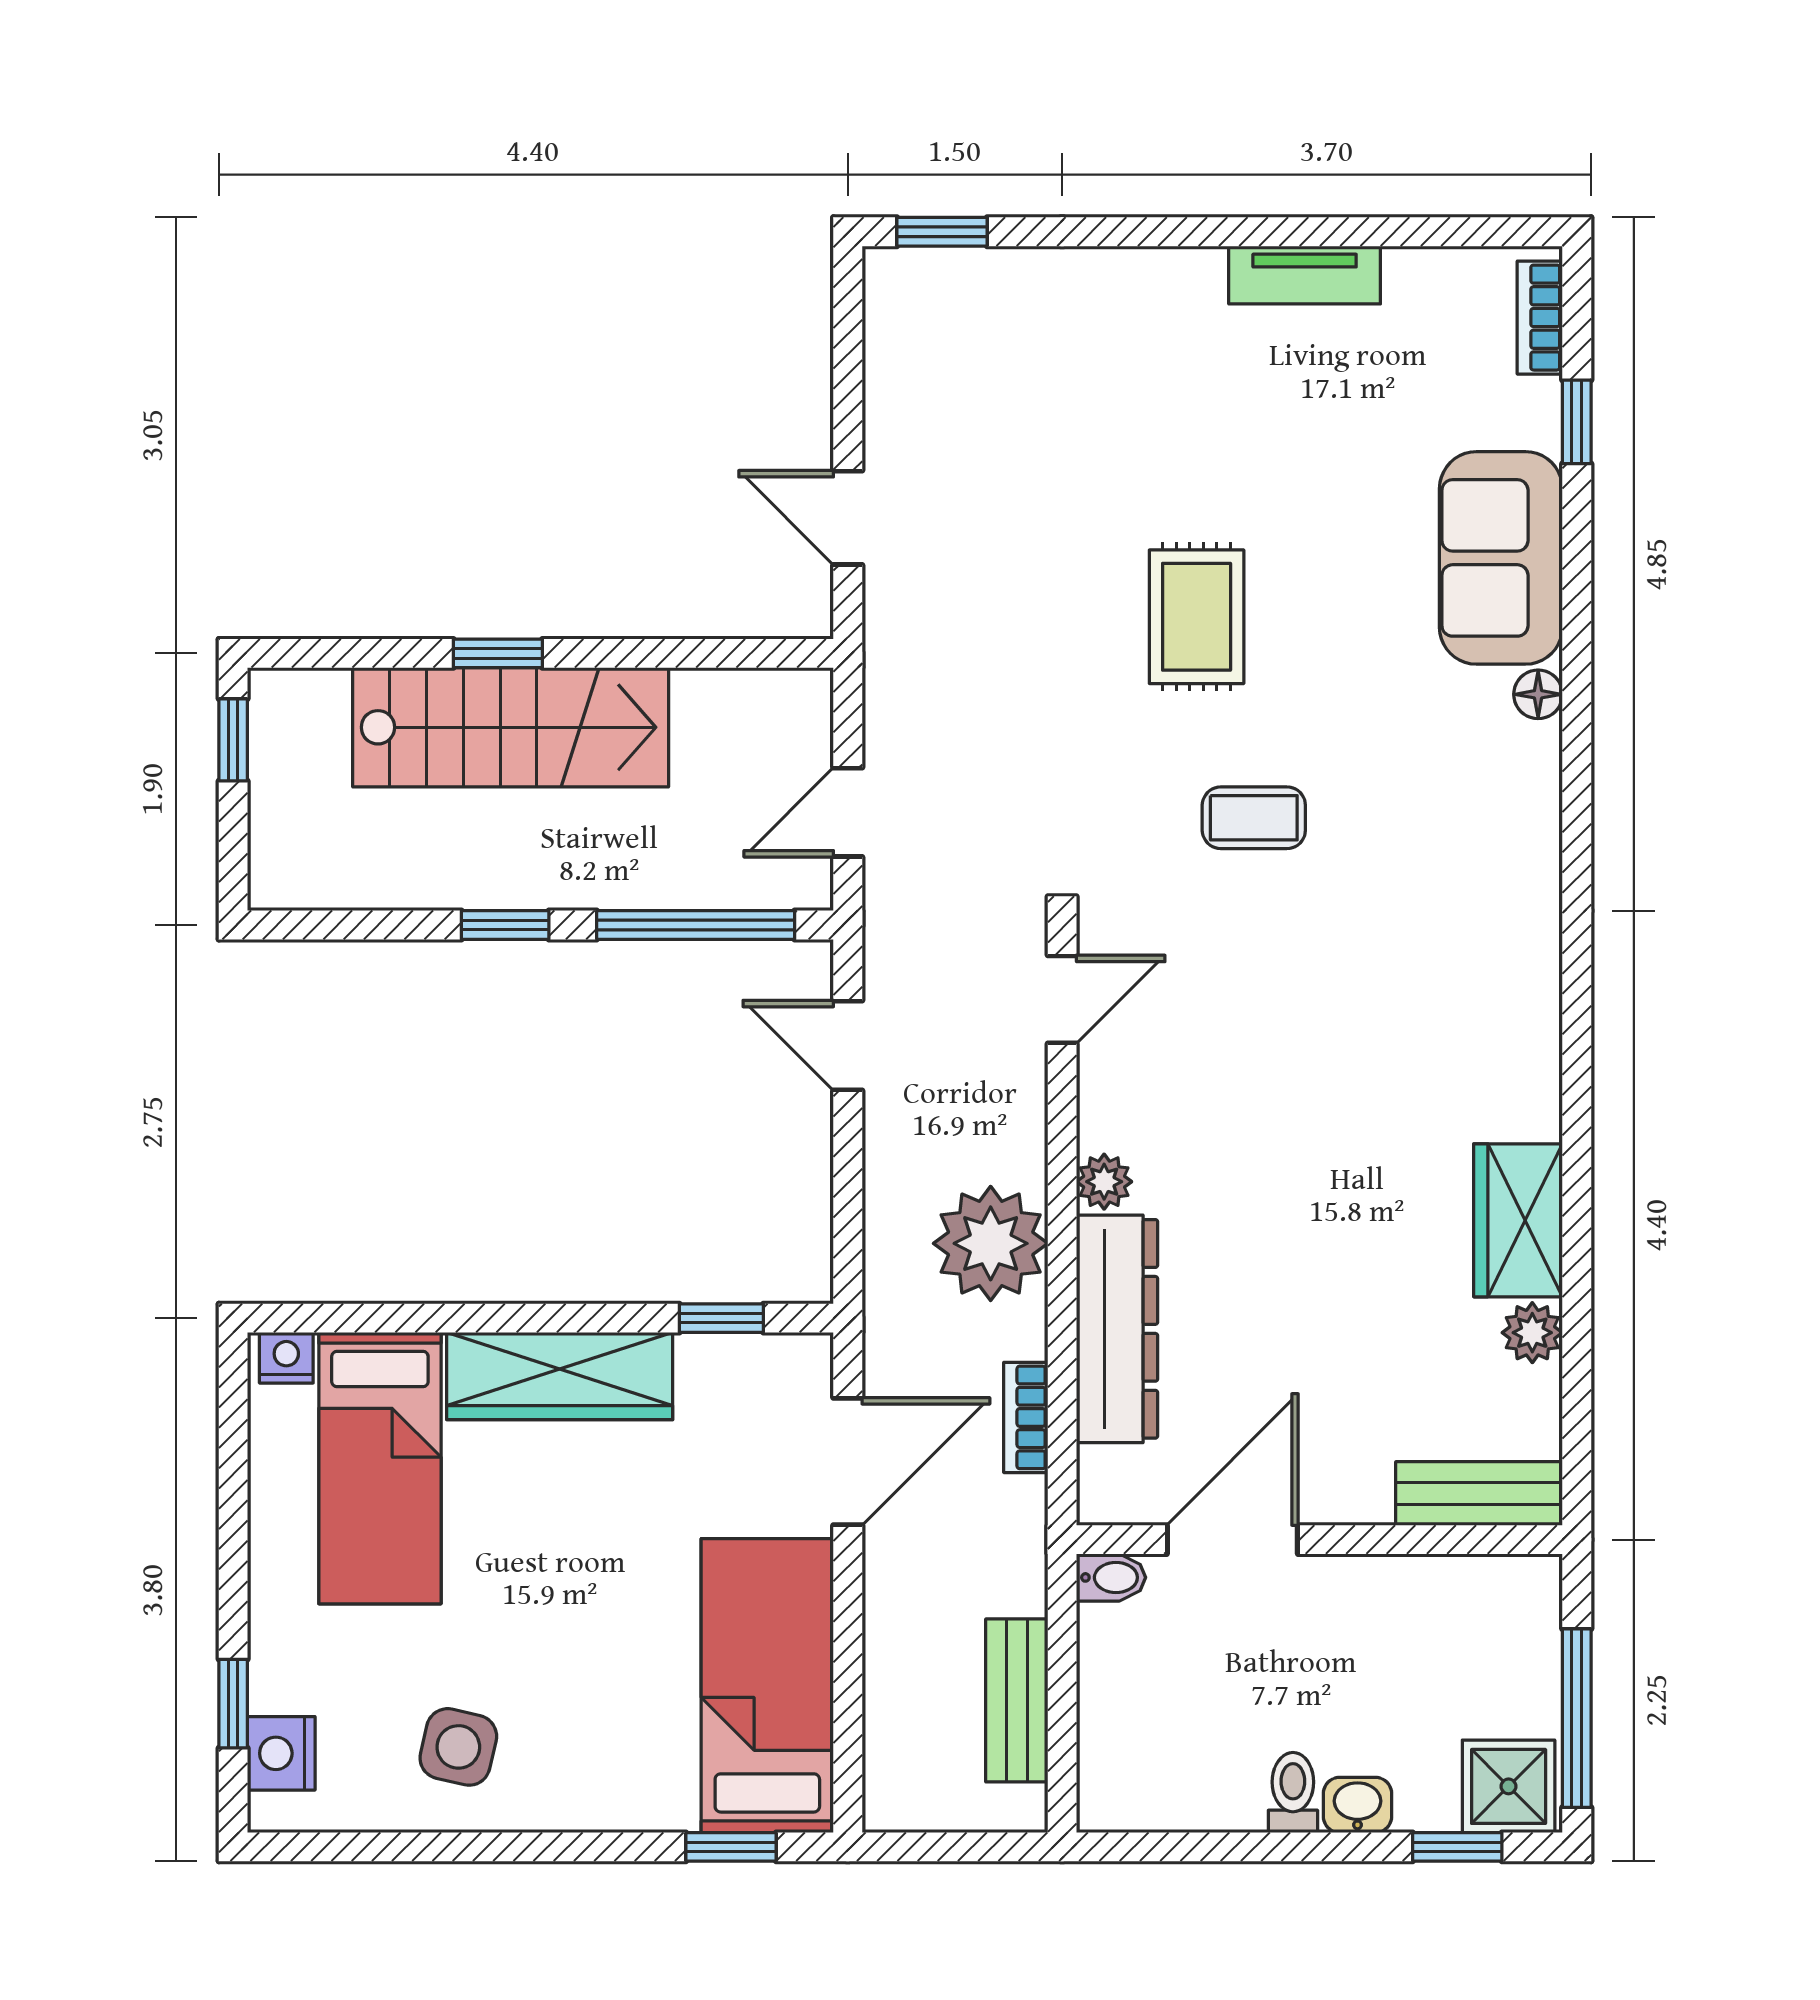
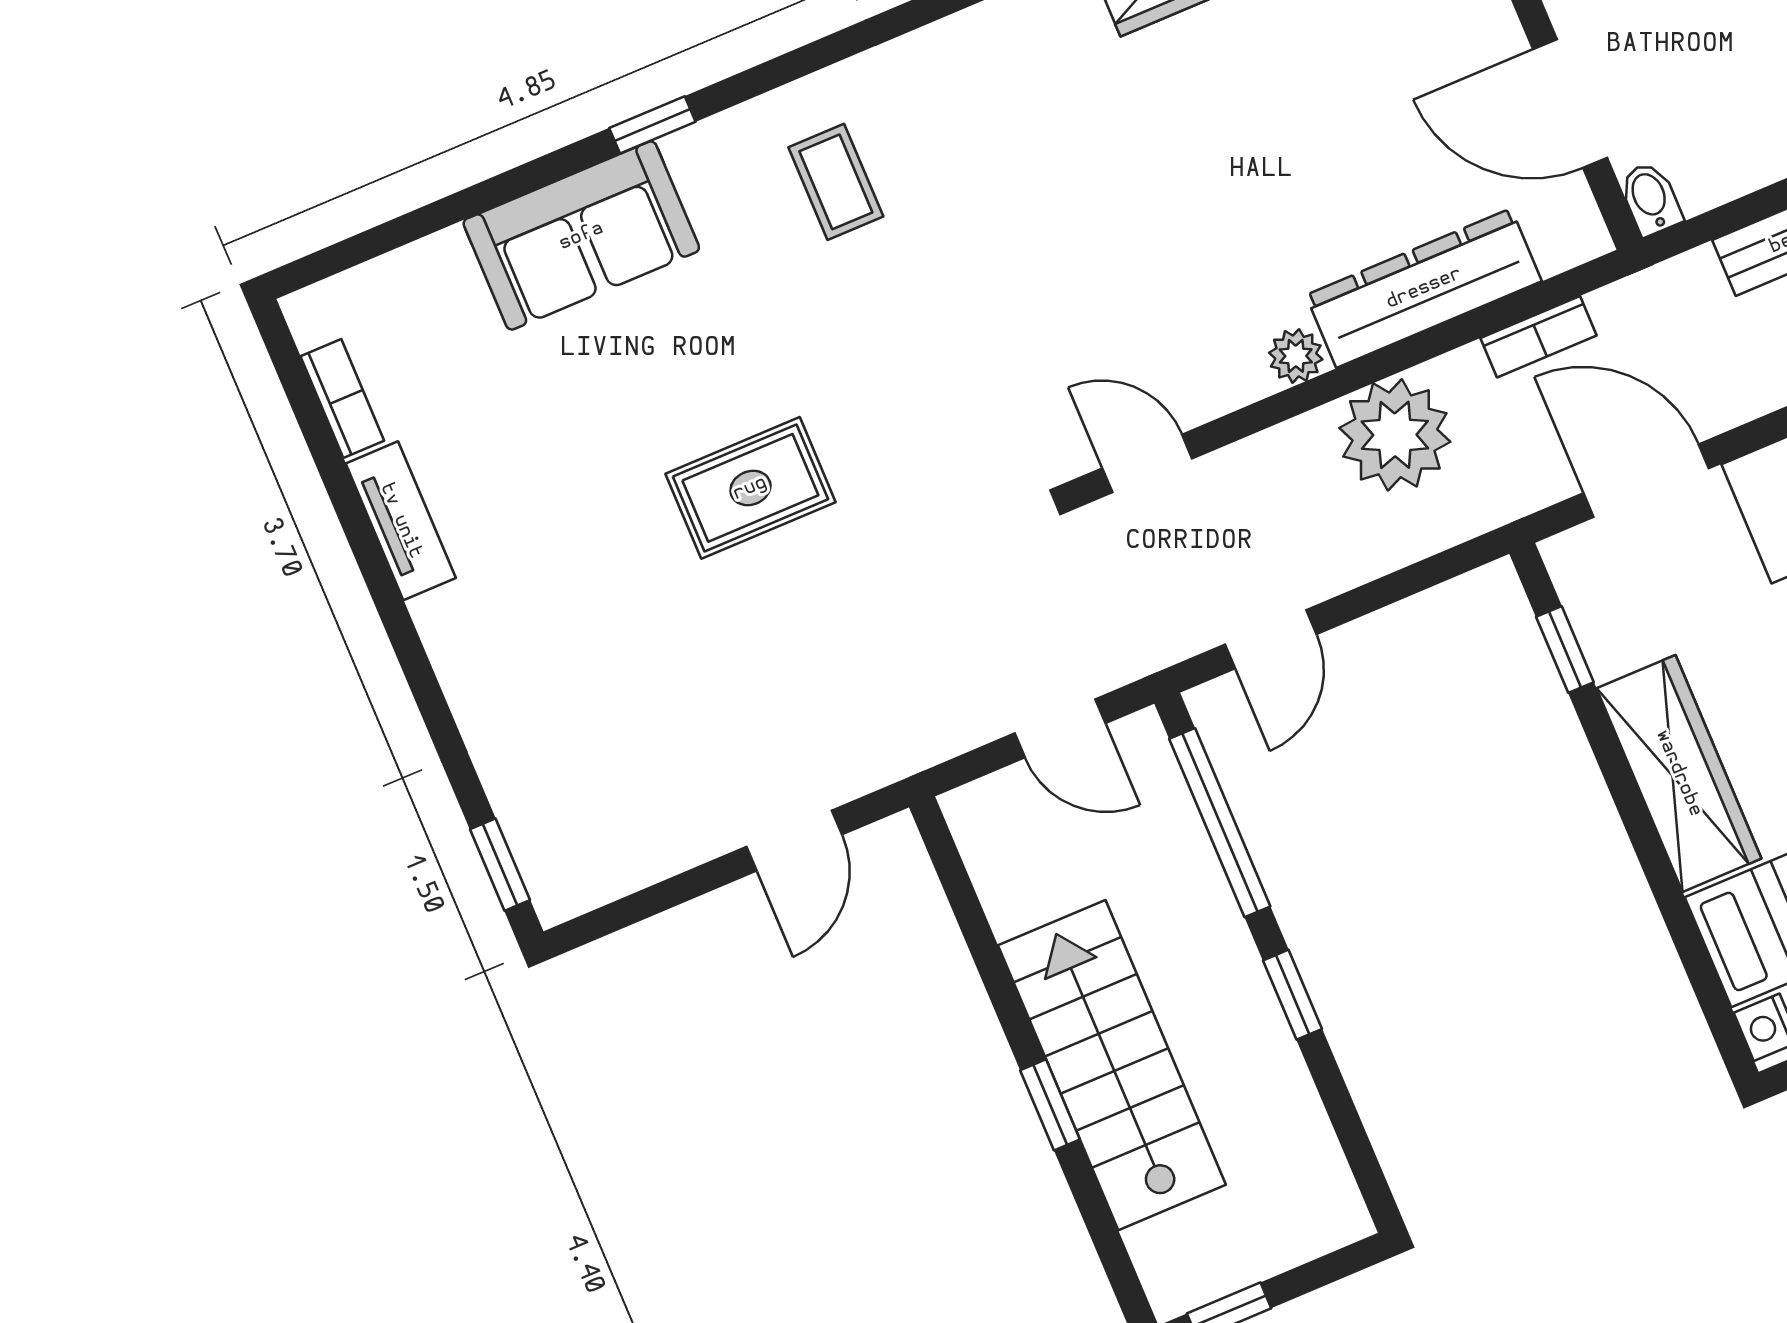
bookcase: (1540, 318) -> (342, 398), moved, turned -90
window: (1577, 422) -> (652, 125), moved
floor lamp: (1538, 694) -> (690, 150), removed
coffee table: (1254, 818) -> (836, 182), moved

